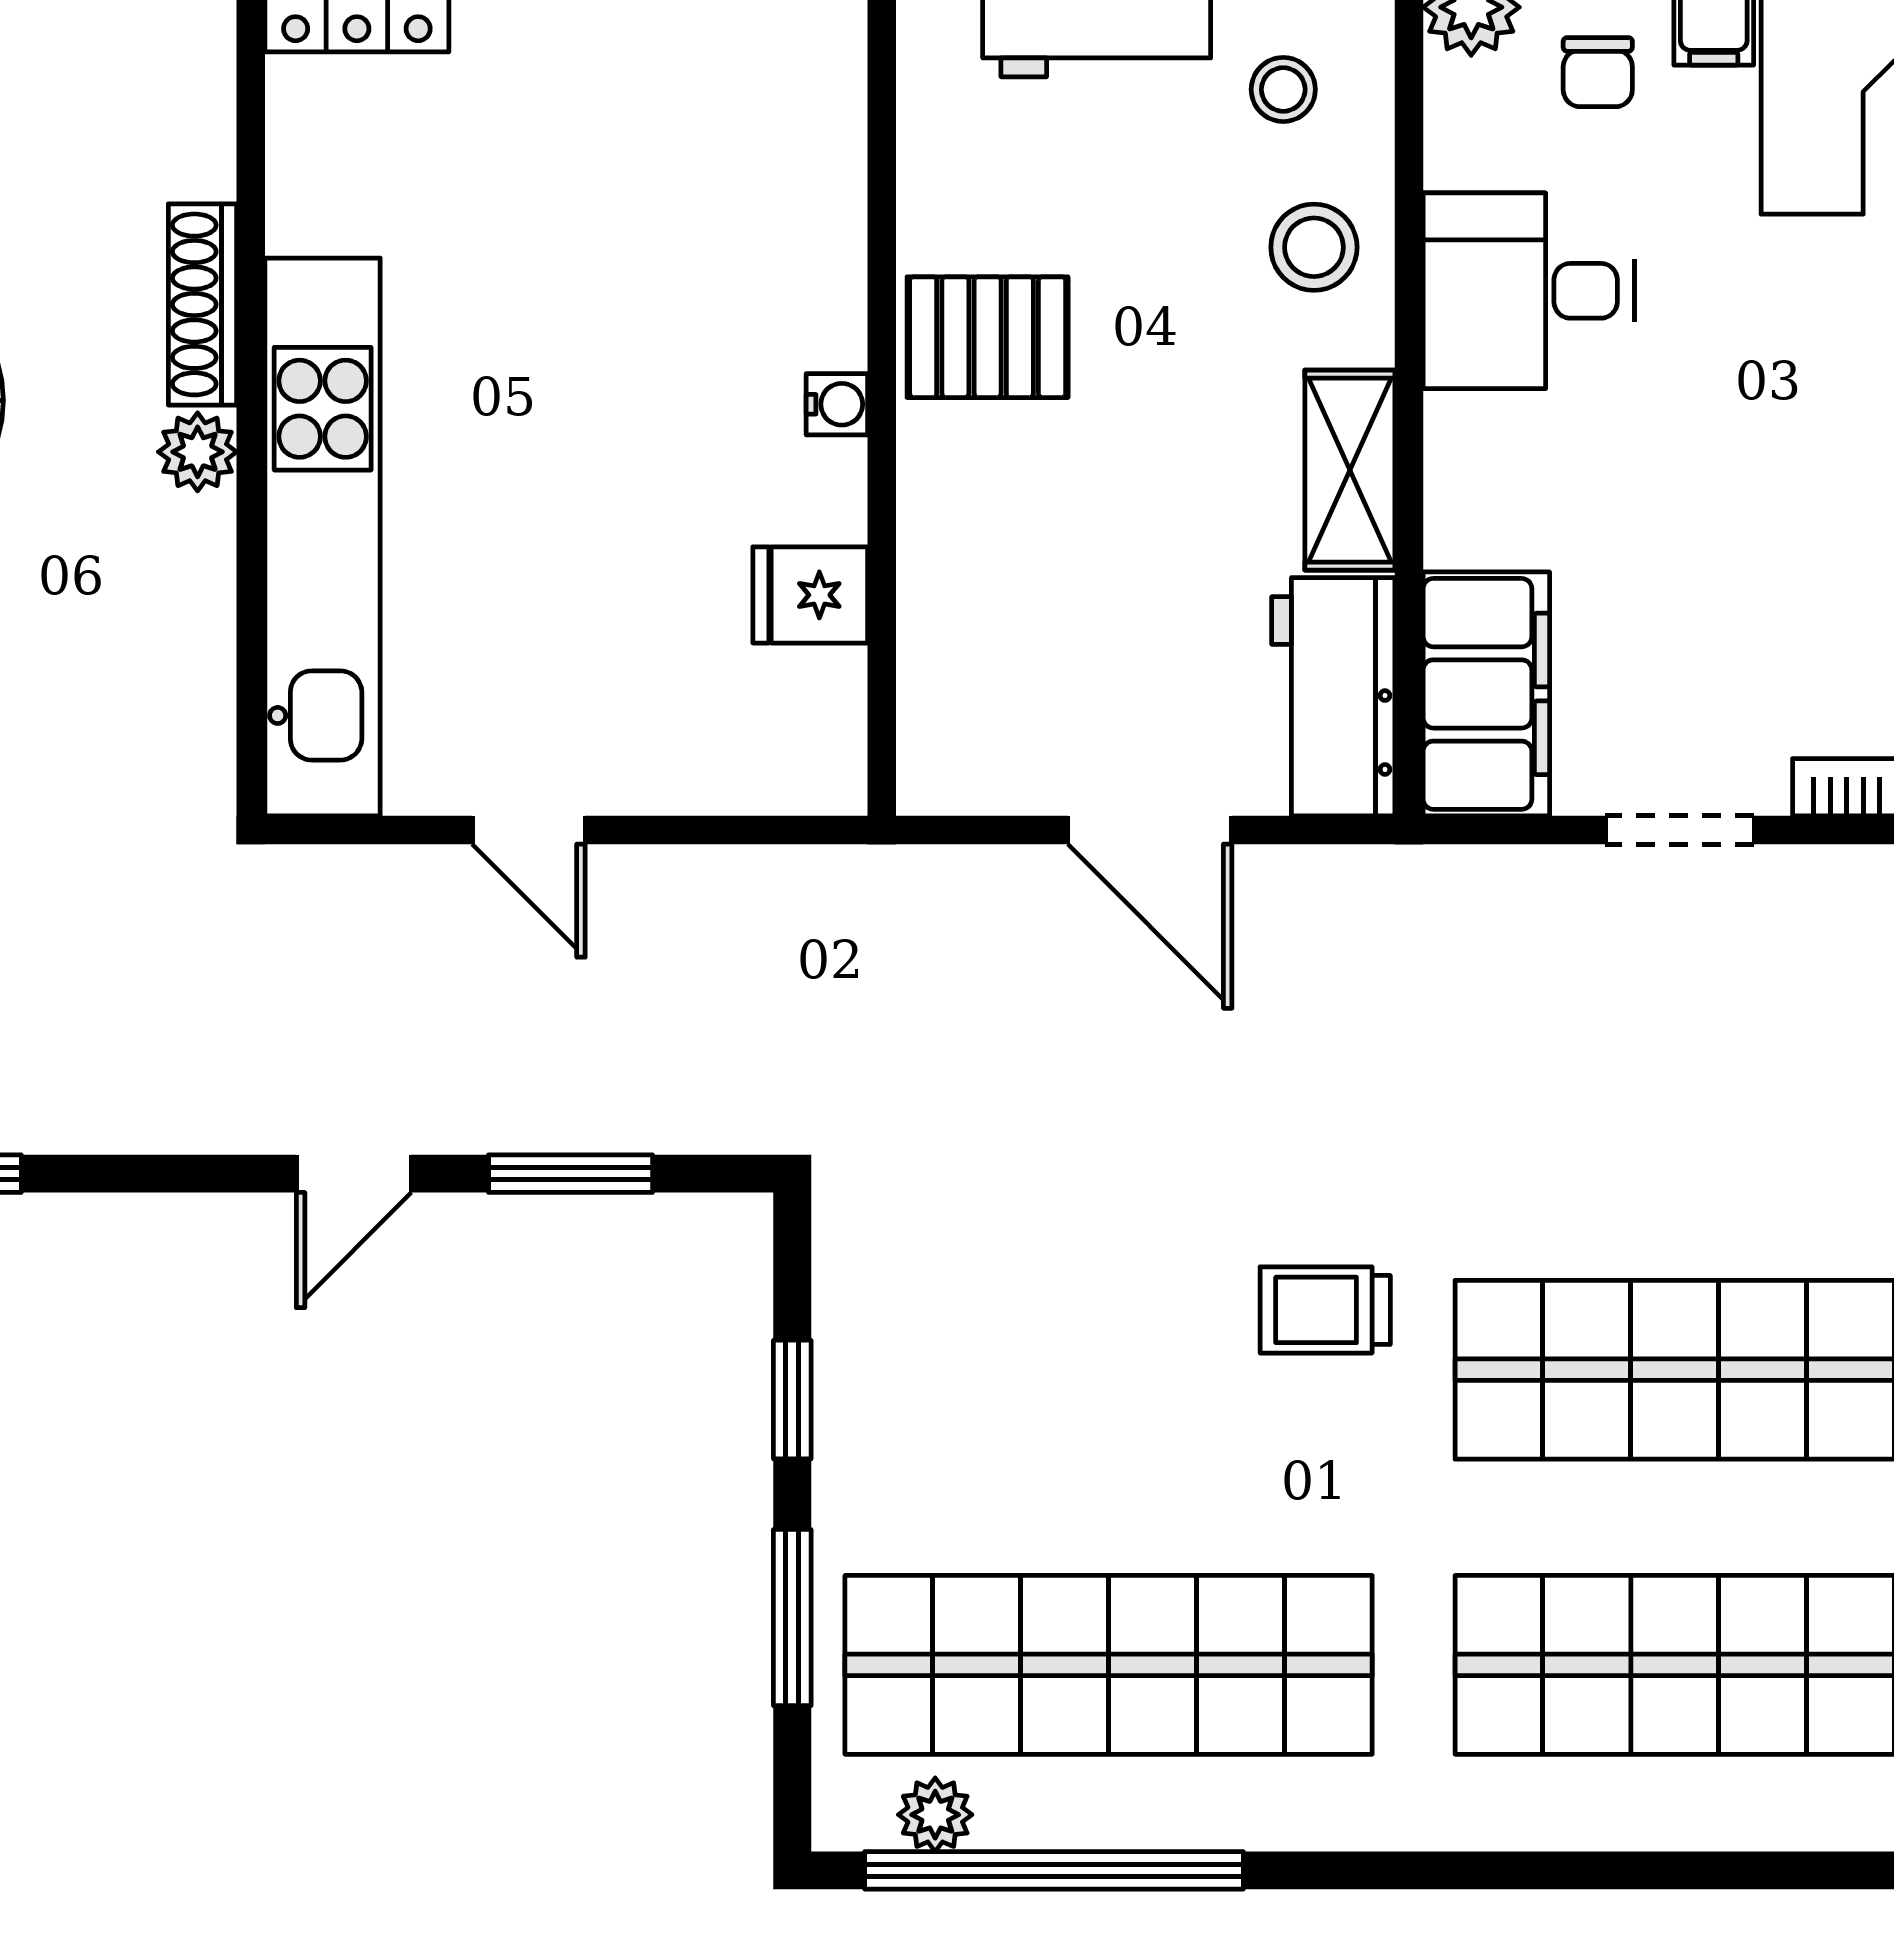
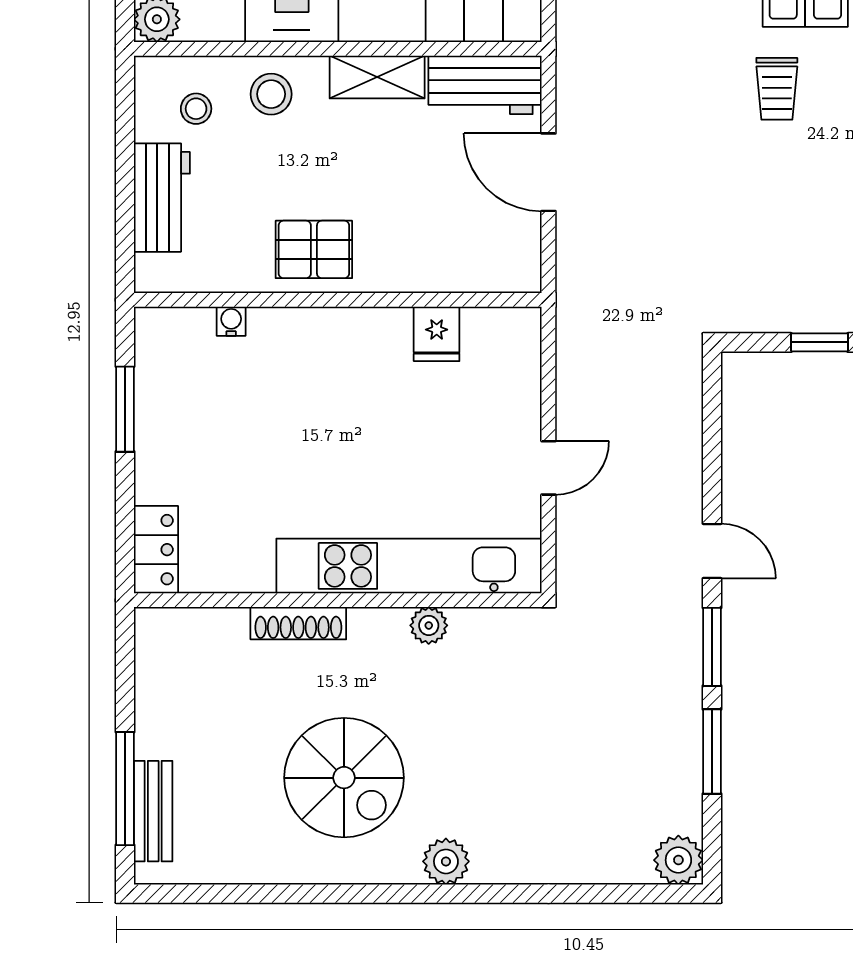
pallet: (988, 337) -> (314, 249), turned 90
water cooler: (837, 404) -> (231, 321), moved
plant: (198, 452) -> (429, 625), moved
door: (1150, 830) -> (548, 172), swing flipped
window: (571, 1174) -> (712, 647), moved

